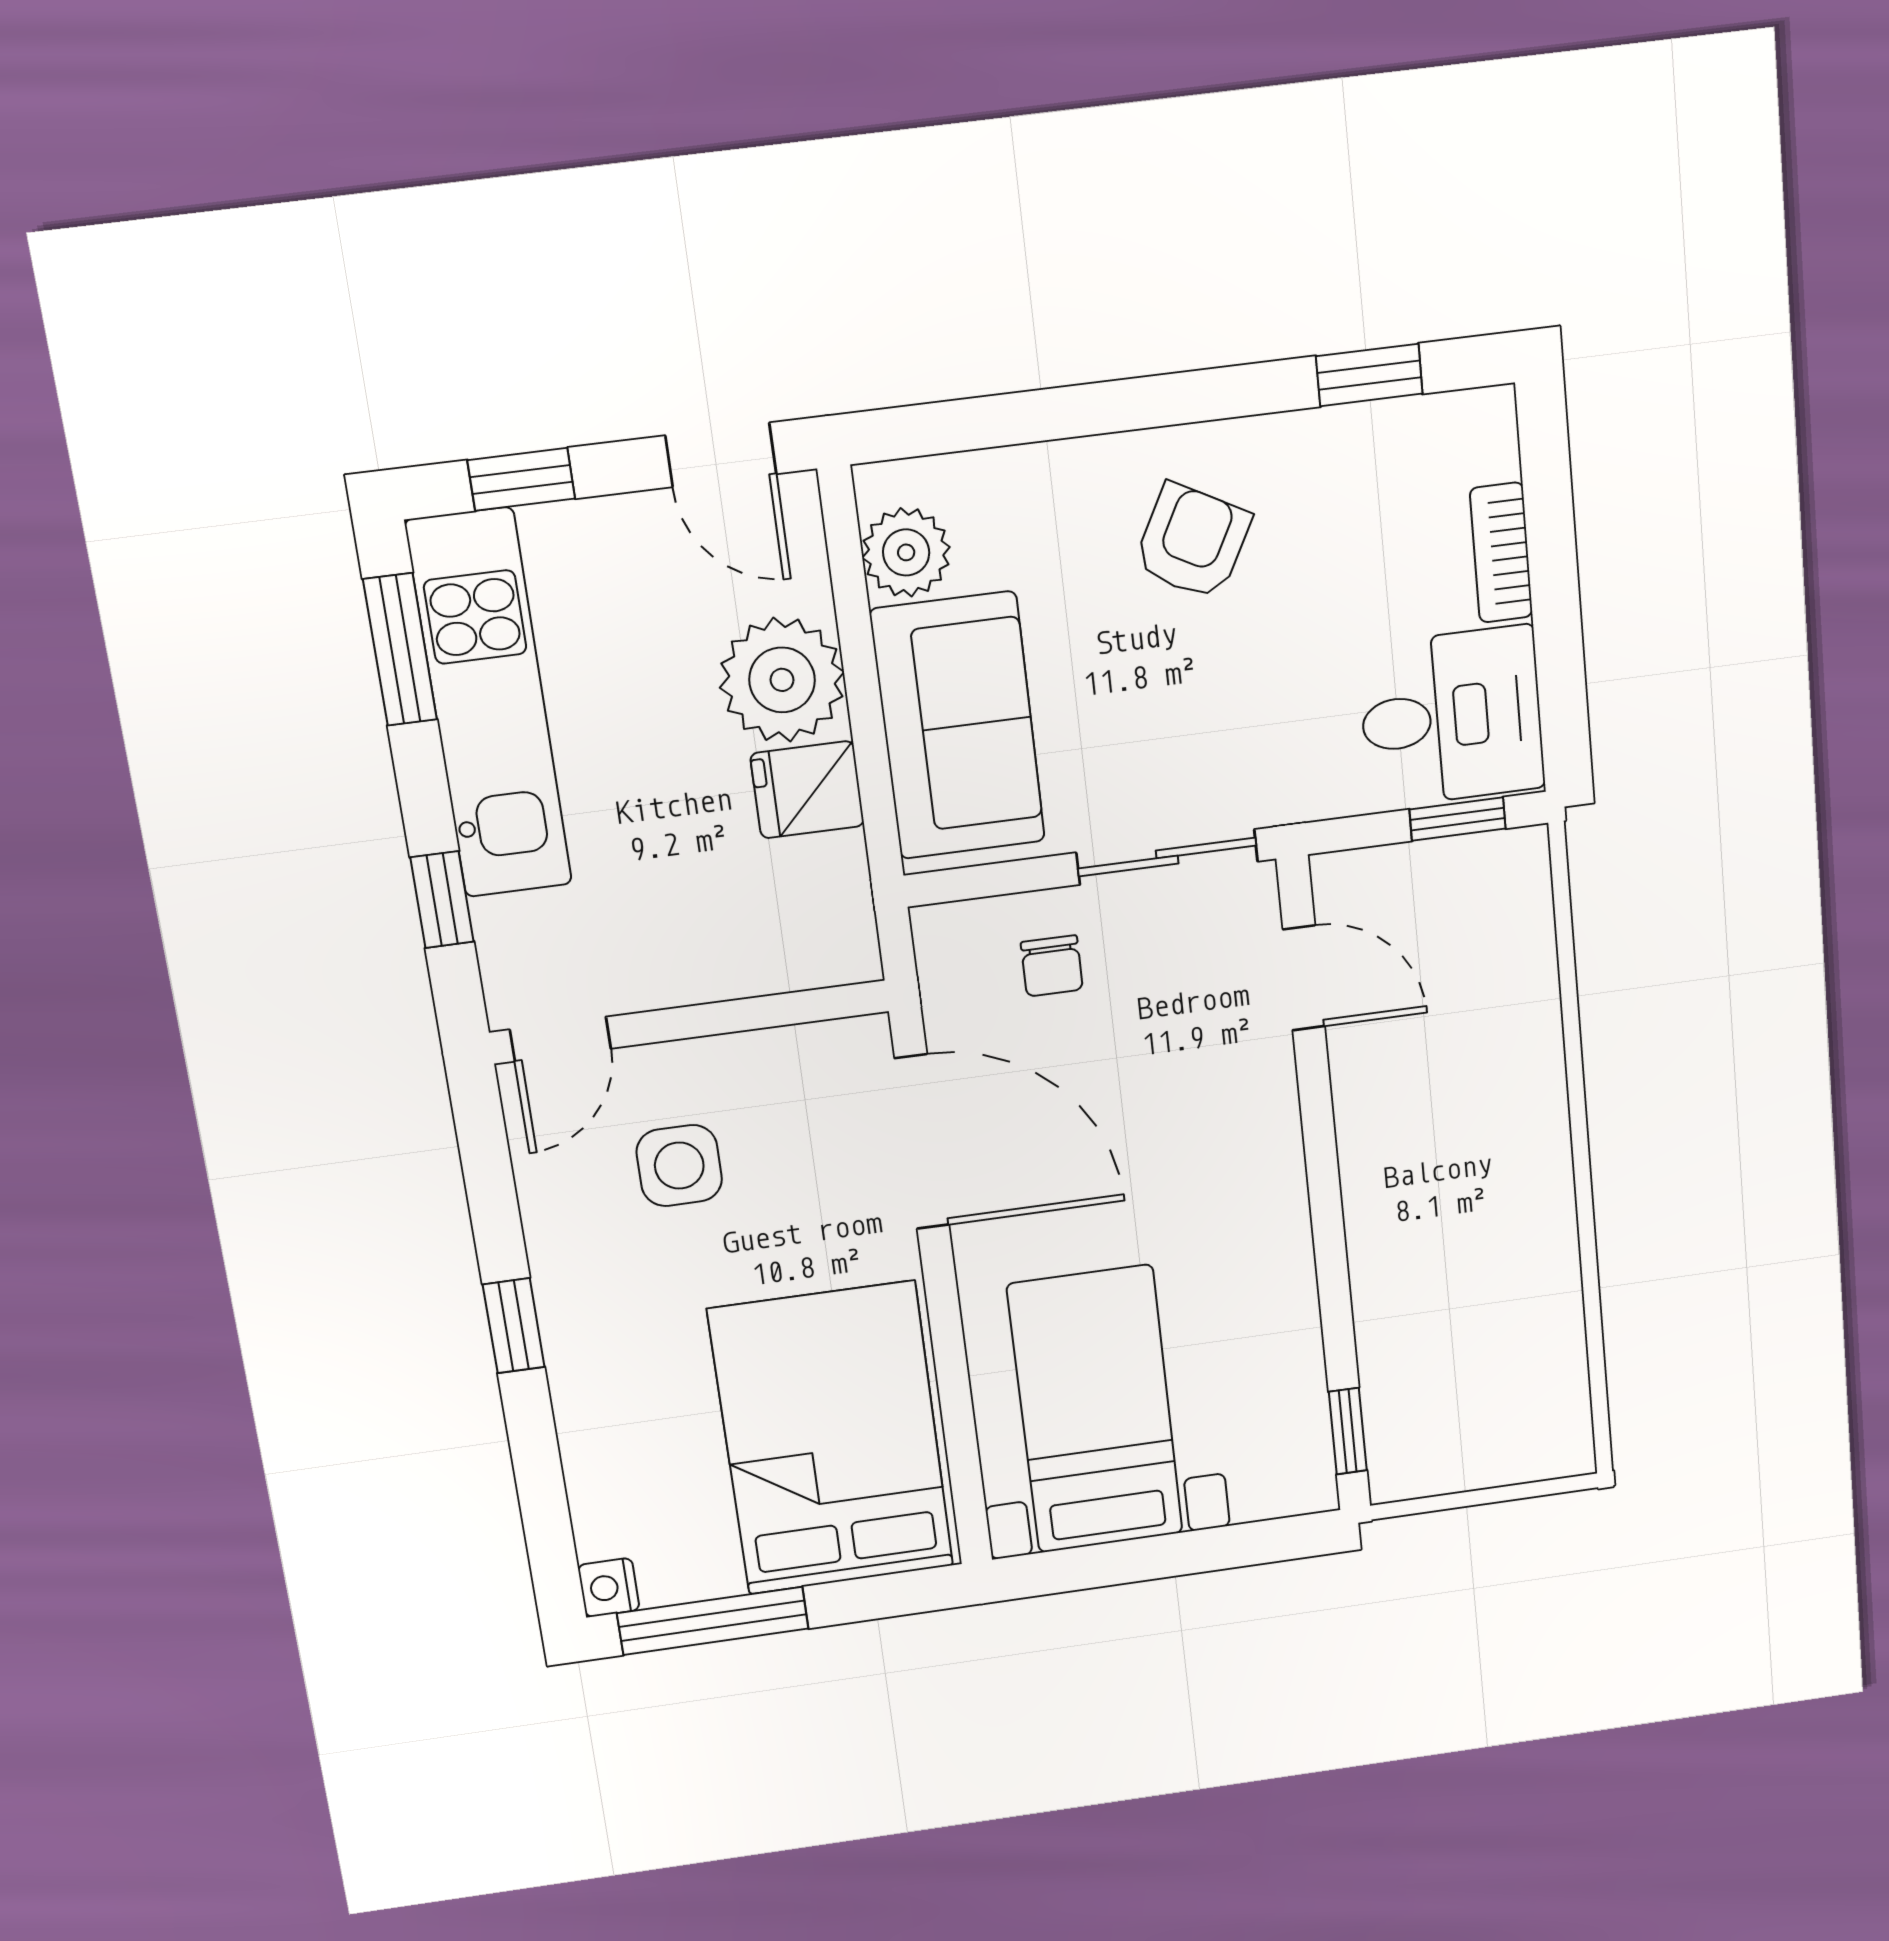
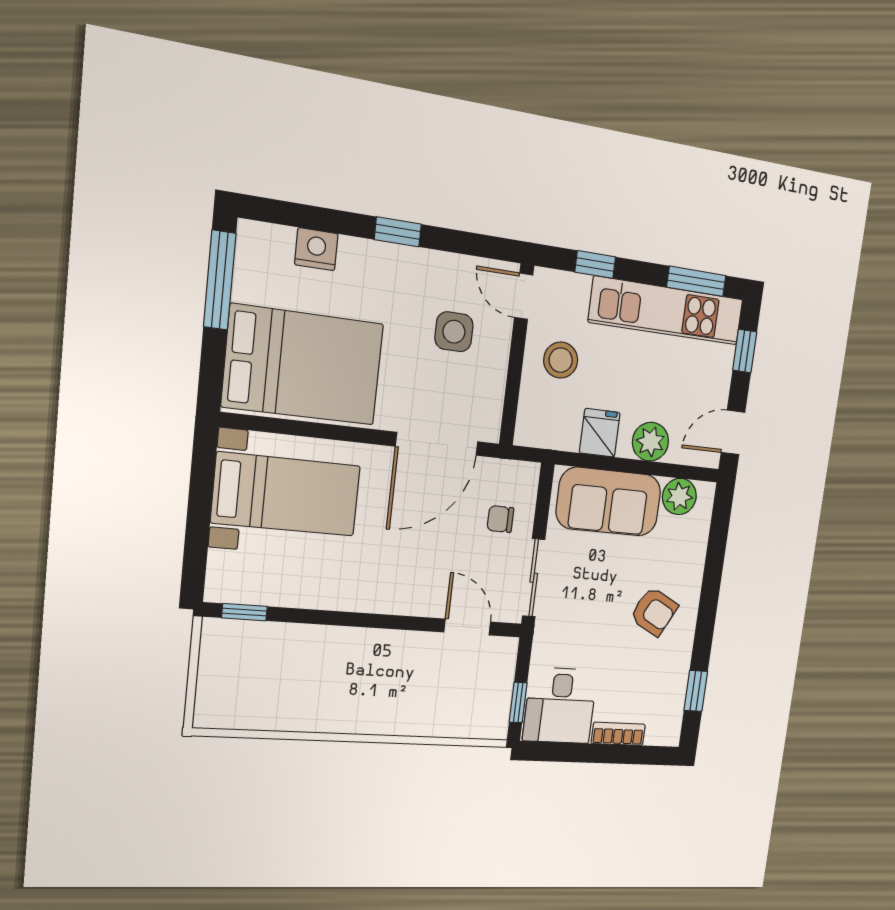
plant: (782, 680) -> (650, 442), width x0.73, depth x0.73
stool: (672, 922) -> (561, 360), added
door: (1304, 978) -> (467, 627), swing flipped
nightstand: (609, 1588) -> (316, 249), moved, width x1.39, depth x1.35

